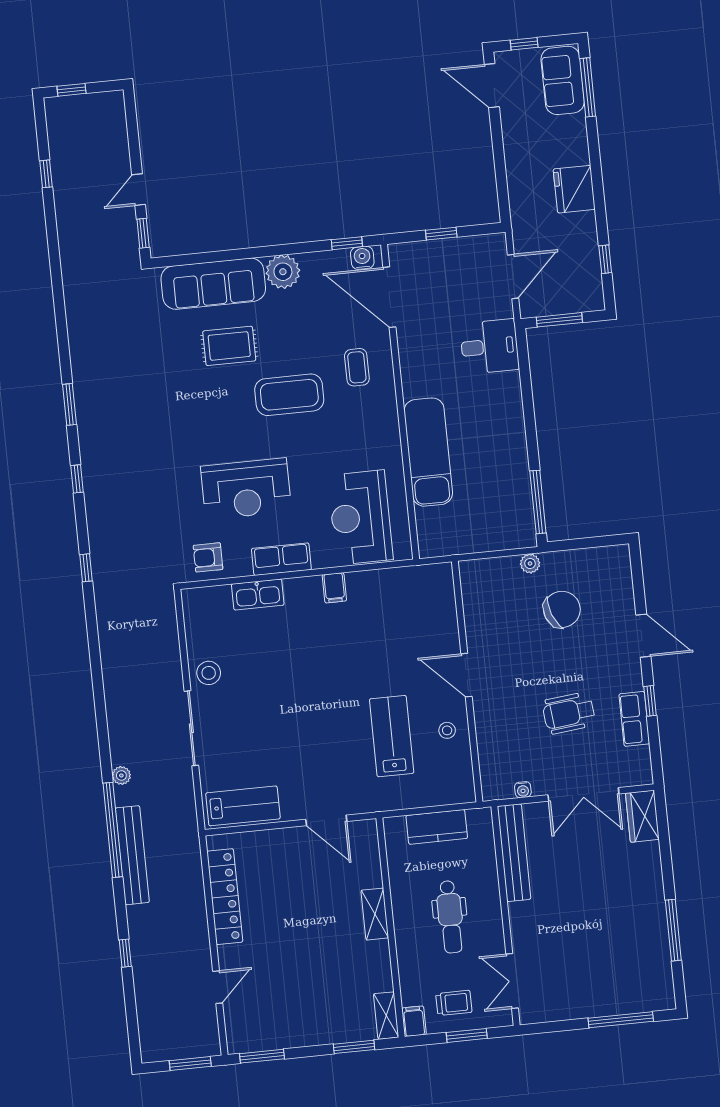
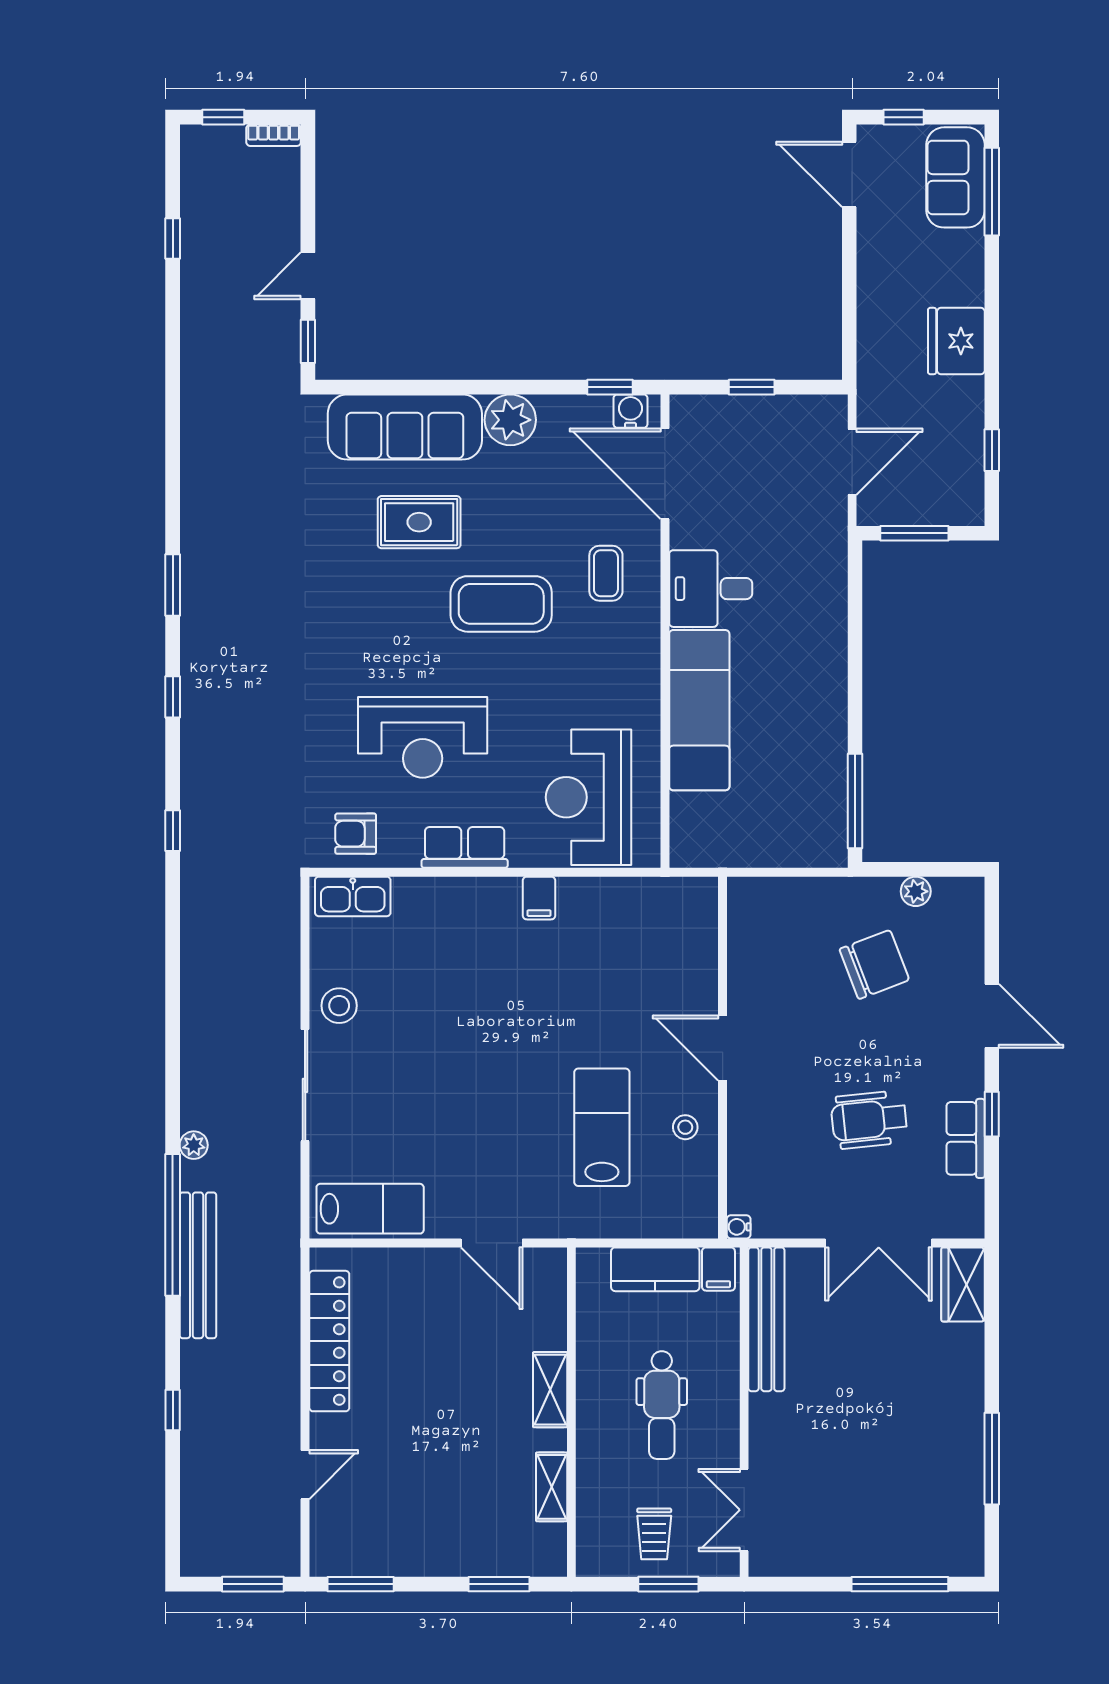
bookcase: (106, 98) -> (274, 135), added
desk: (489, 347) -> (711, 589), moved, turned 180
plant: (530, 563) -> (916, 891), moved
kitchen sink: (258, 595) -> (353, 896), moved
water cooler: (523, 790) -> (739, 1227), moved, turned 90
trolley: (454, 1003) -> (654, 1534), turned 90
shelving: (386, 1016) -> (552, 1487), moved
filing cabinet: (414, 1021) -> (718, 1269), moved, turned 180

